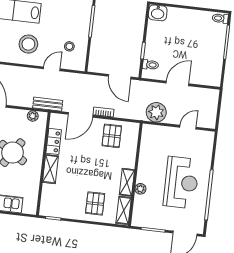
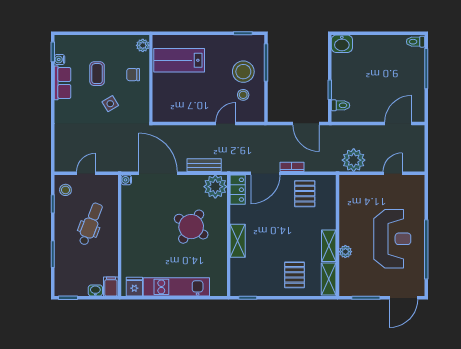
stool: (28, 44) -> (243, 72), moved
door: (177, 83) -> (398, 123), moved
bench: (48, 104) -> (204, 165), moved
plant: (33, 116) -> (215, 187), width x1.87, depth x1.87
locker: (54, 141) -> (238, 190), moved

